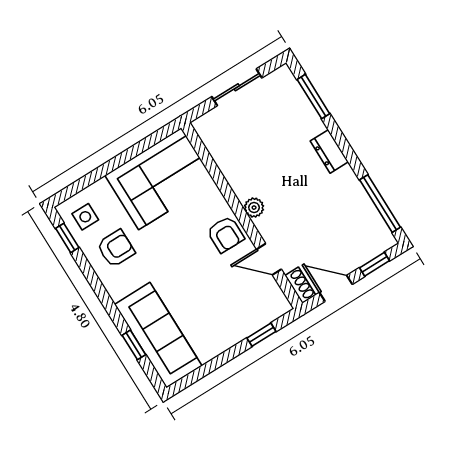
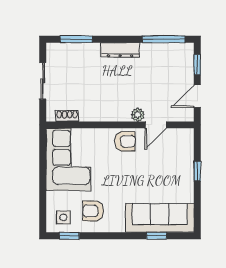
dresser: (329, 151) -> (120, 50), width x1.44
plant: (254, 208) -> (138, 115), moved
armchair: (116, 248) -> (93, 211), turned -90
shoe rack: (300, 285) -> (67, 116), moved
window: (261, 335) -> (197, 171), moved

